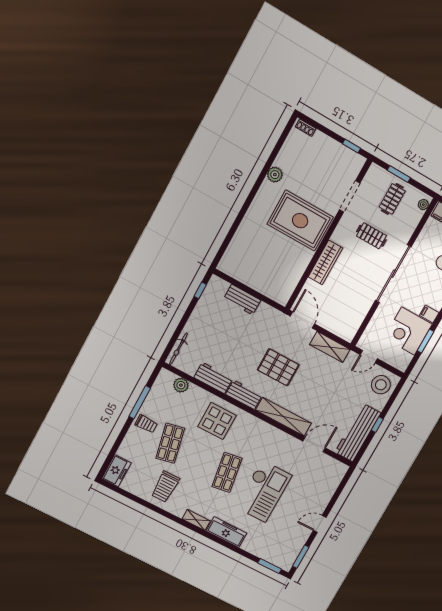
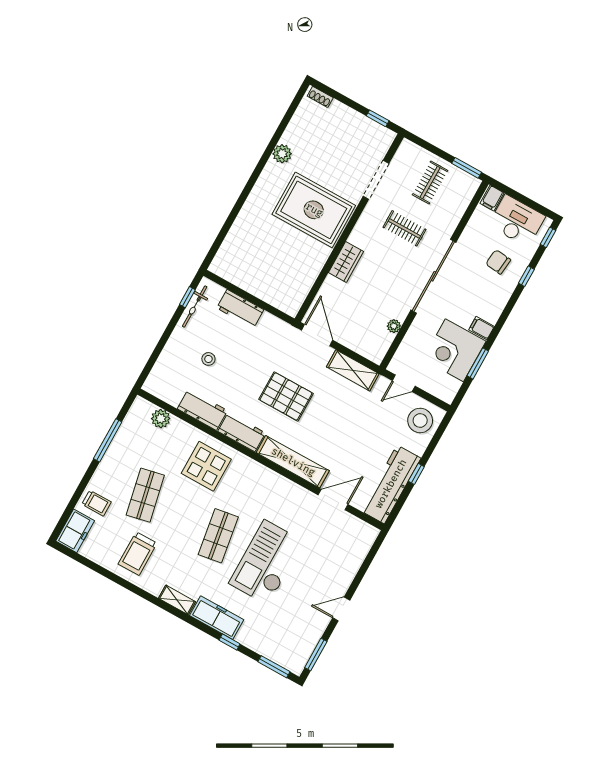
window: (399, 174) -> (467, 168), moved
plant: (423, 205) -> (394, 326), moved
wardrobe: (325, 262) -> (346, 262), width x0.67
stool: (218, 339) -> (208, 359), added
bicycle: (178, 349) -> (195, 307), moved
trolley: (146, 424) -> (97, 503), moved
checkout: (264, 491) -> (266, 562), turned 180
window: (236, 549) -> (230, 642), added

